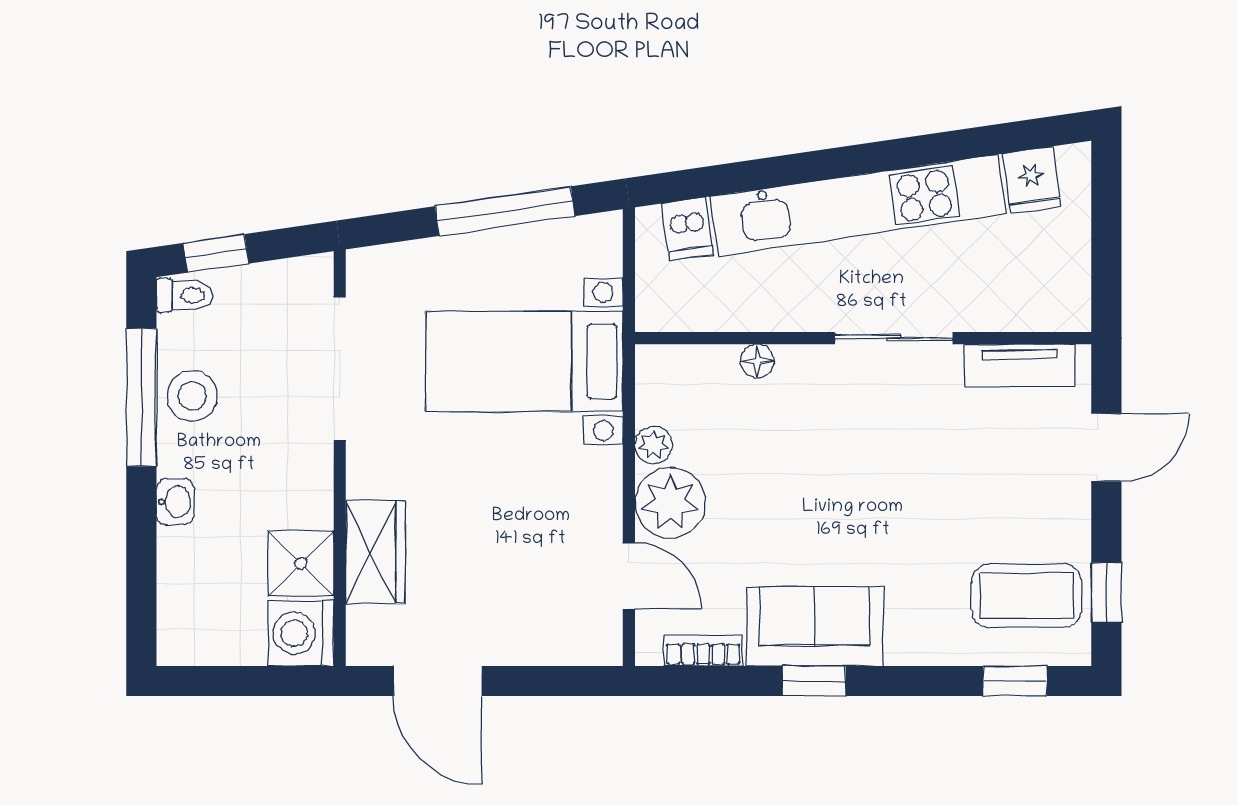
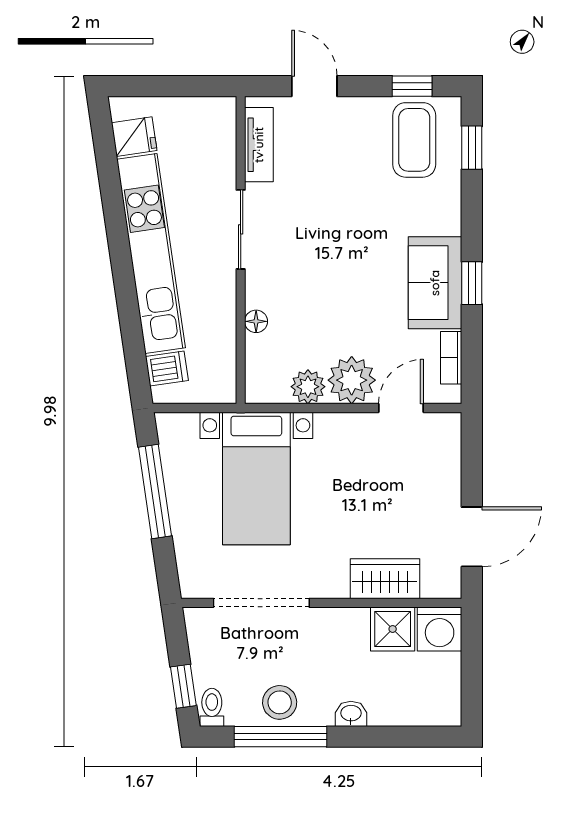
plant: (653, 445) -> (308, 387), width x1.38, depth x1.38

